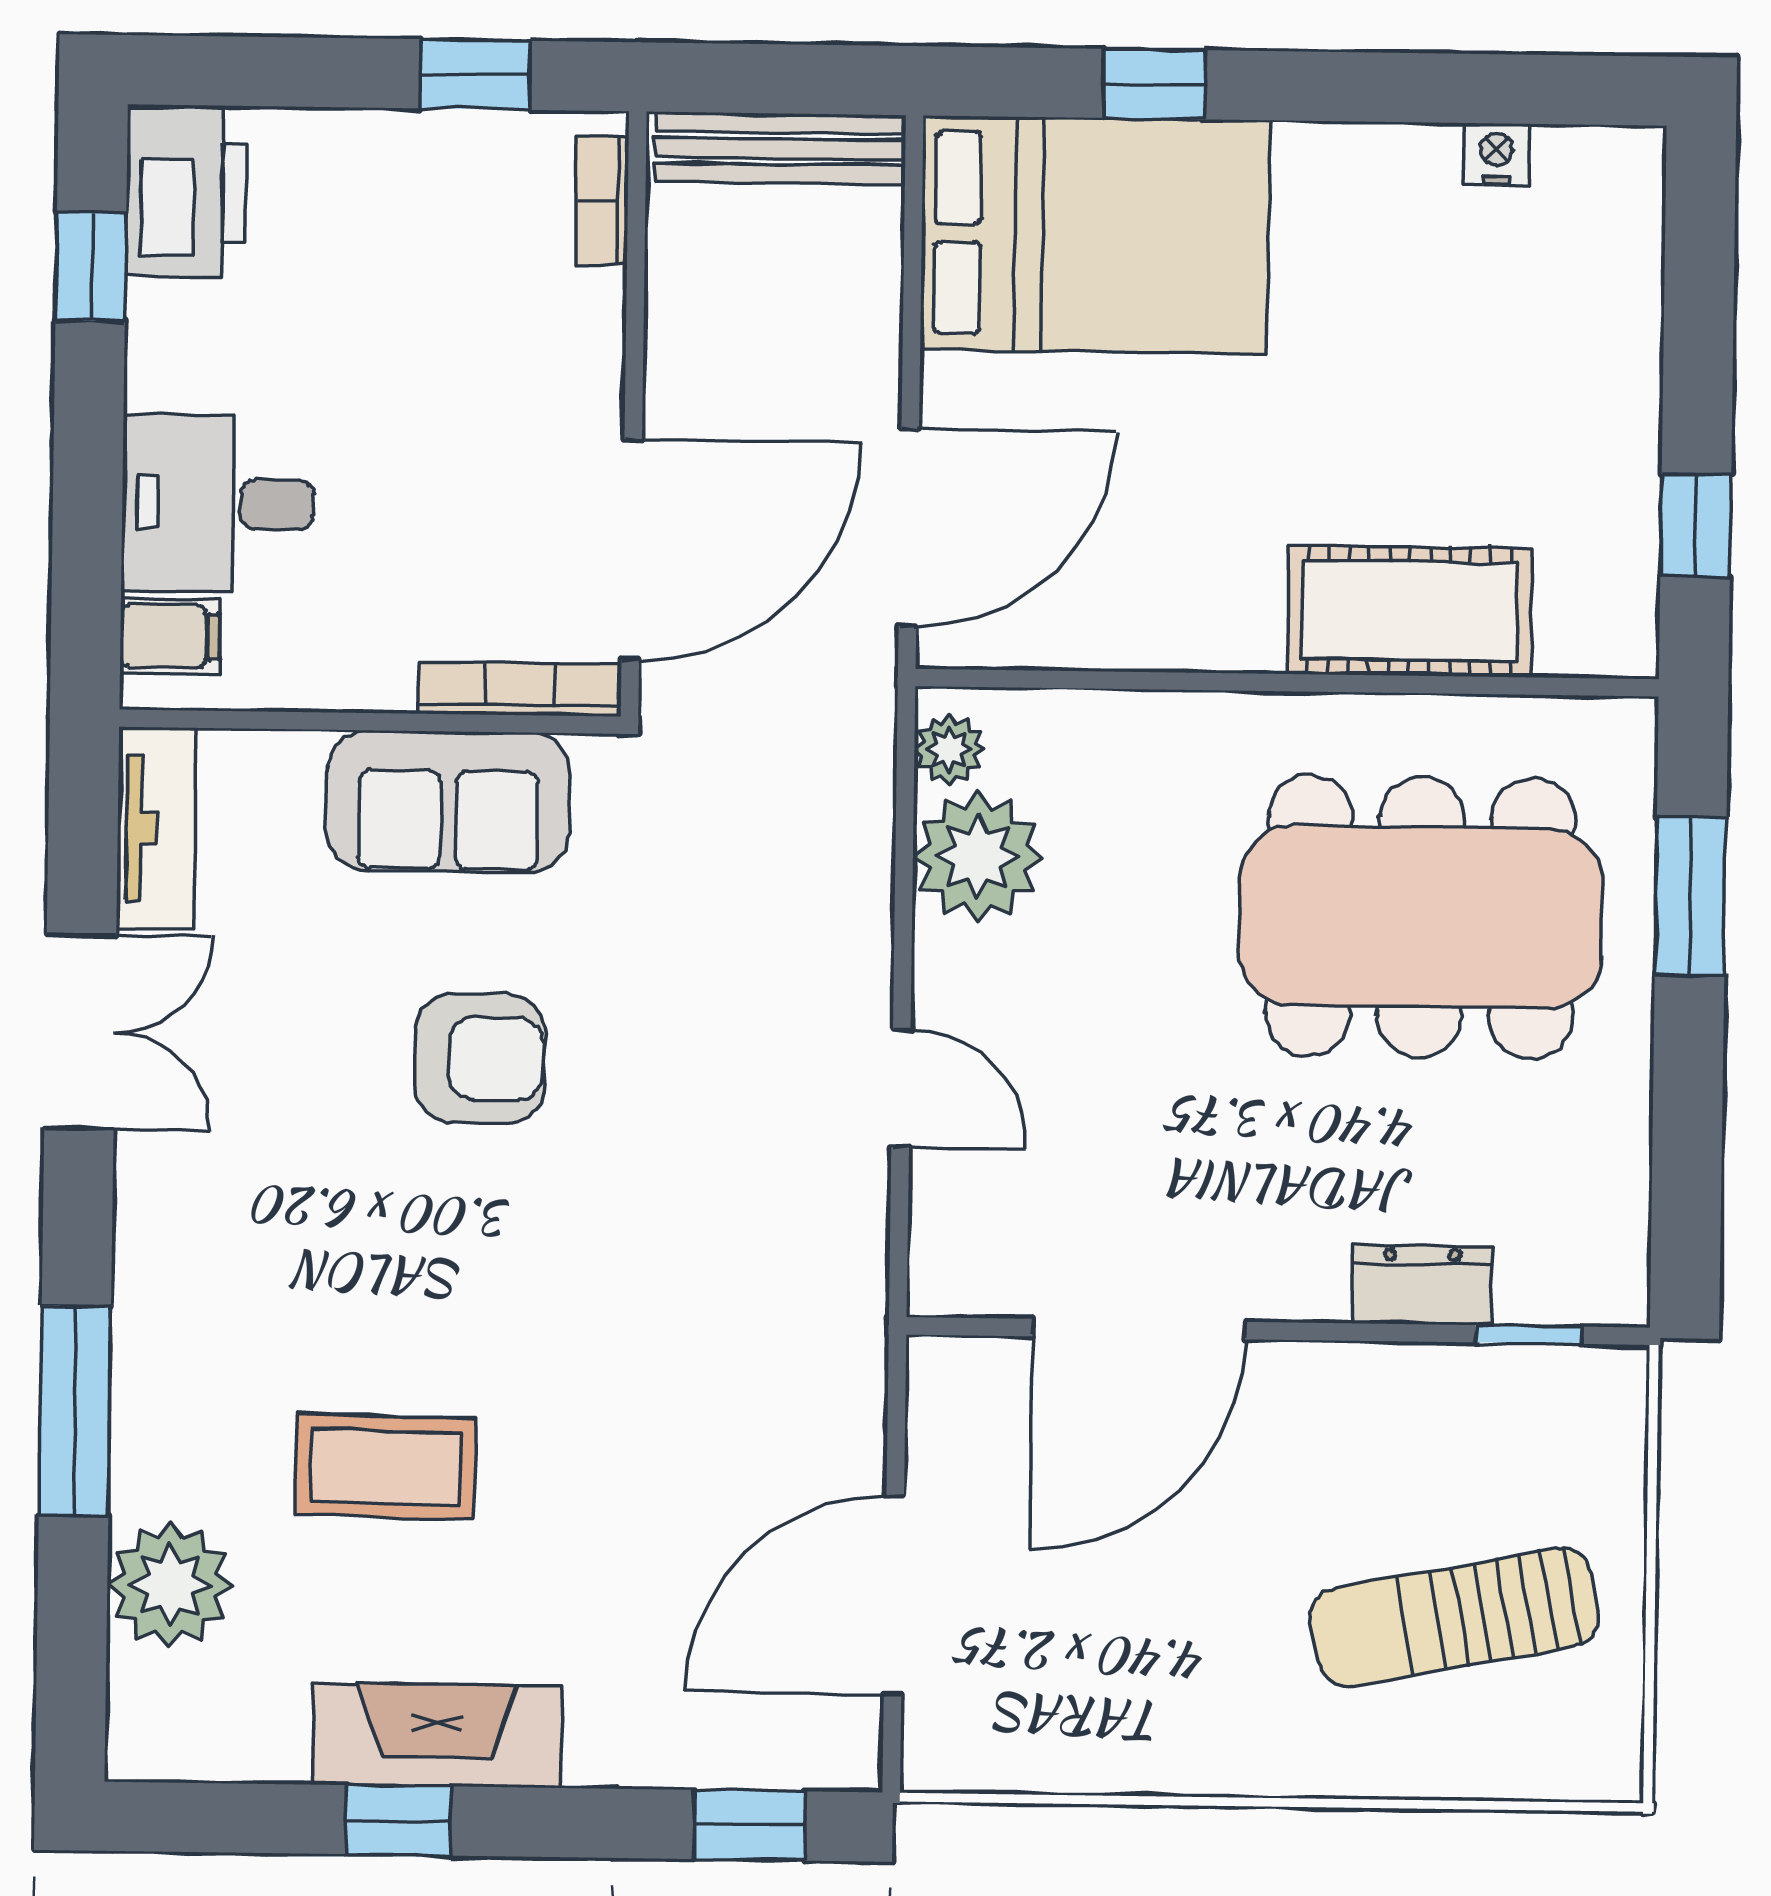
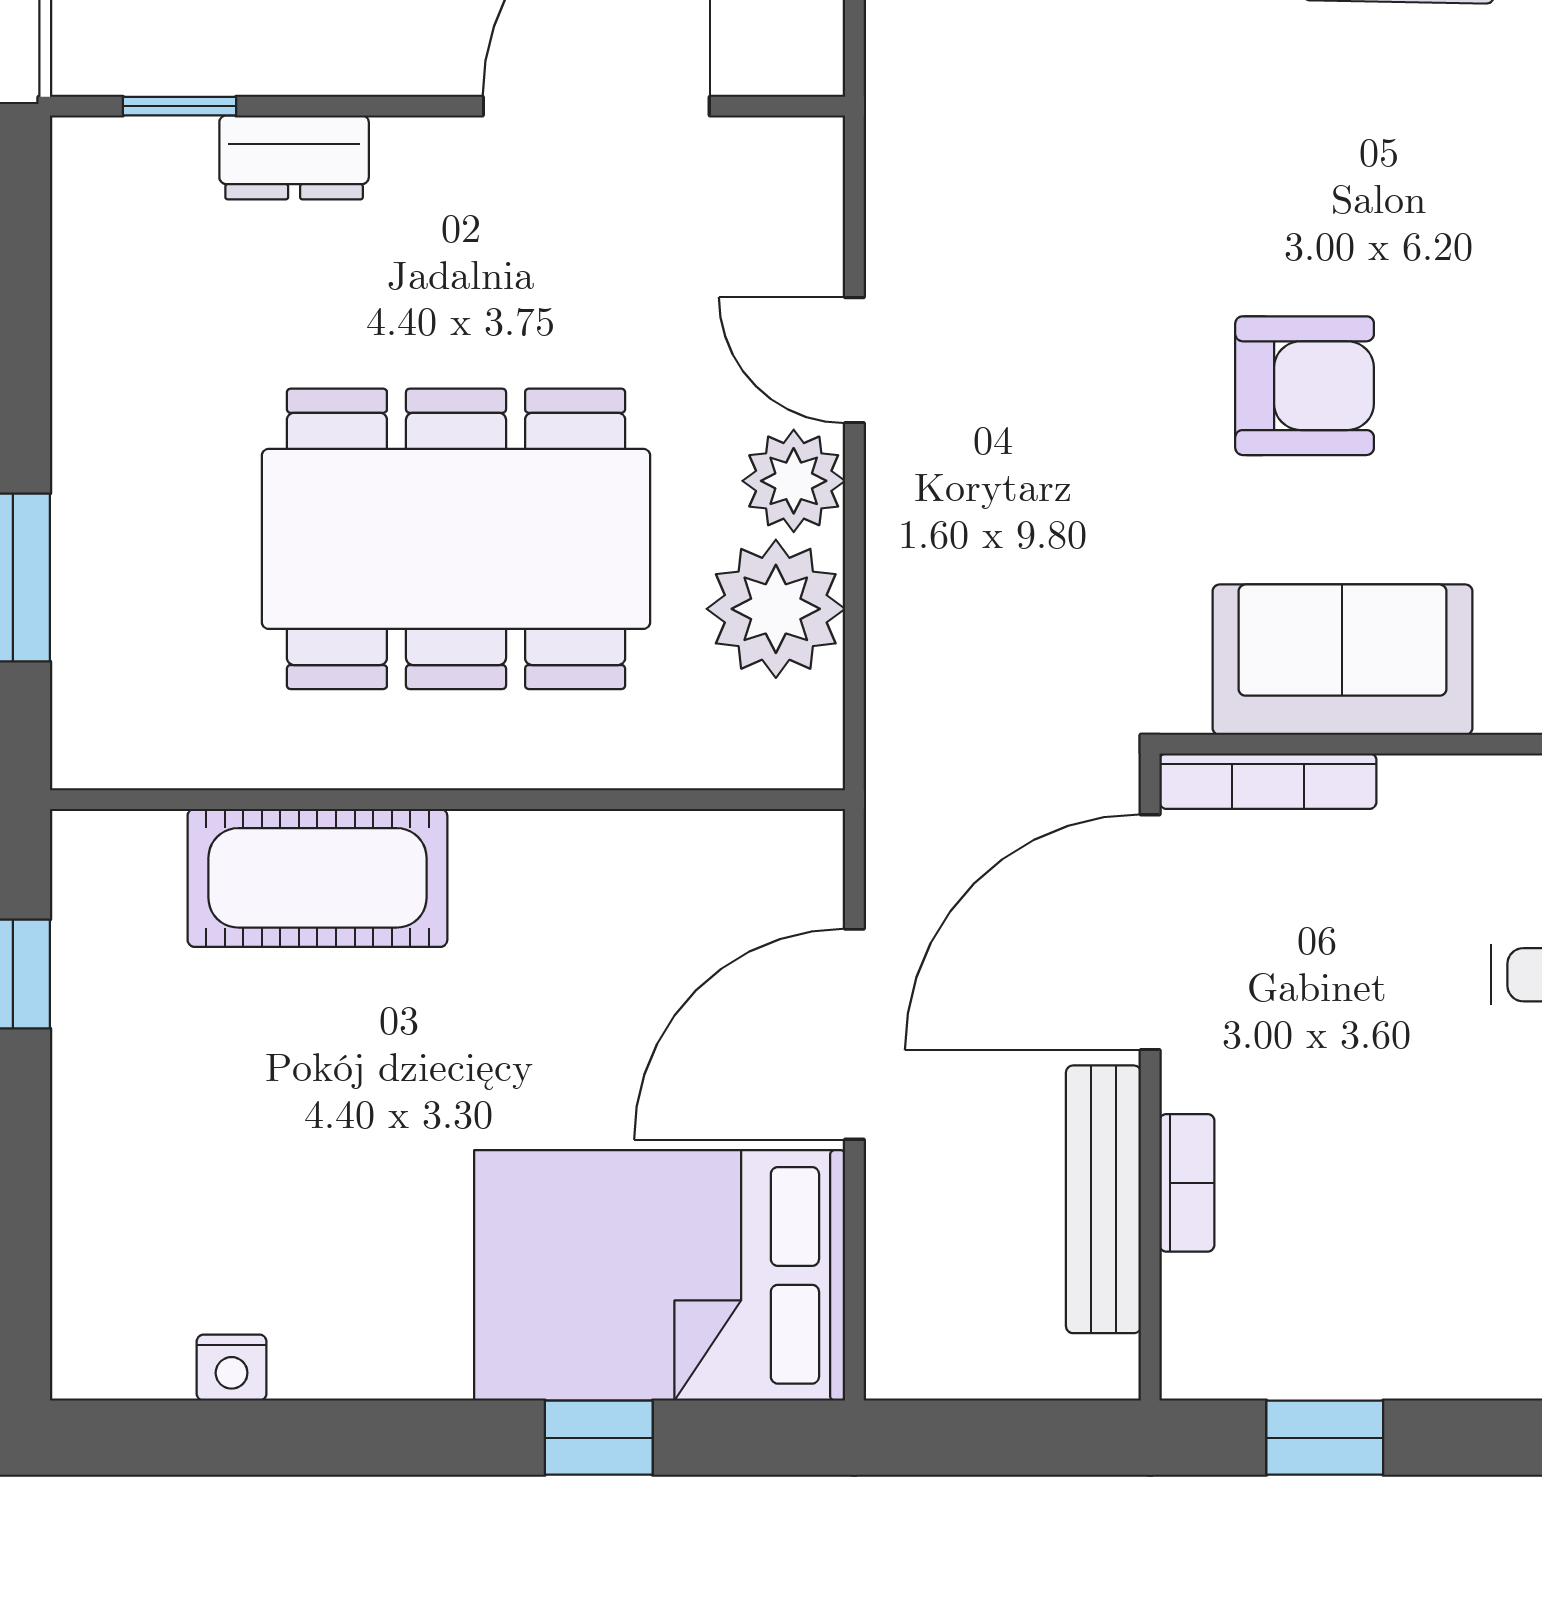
bench: (780, 148) -> (1103, 1199), moved, turned 90
bookcase: (602, 201) -> (1187, 1183), moved
door: (909, 527) -> (854, 1034), moved
plant: (949, 750) -> (794, 481), moved, width x1.38, depth x1.38
dining table: (1421, 917) -> (456, 539), moved
armchair: (480, 1058) -> (1305, 386), turned 180

